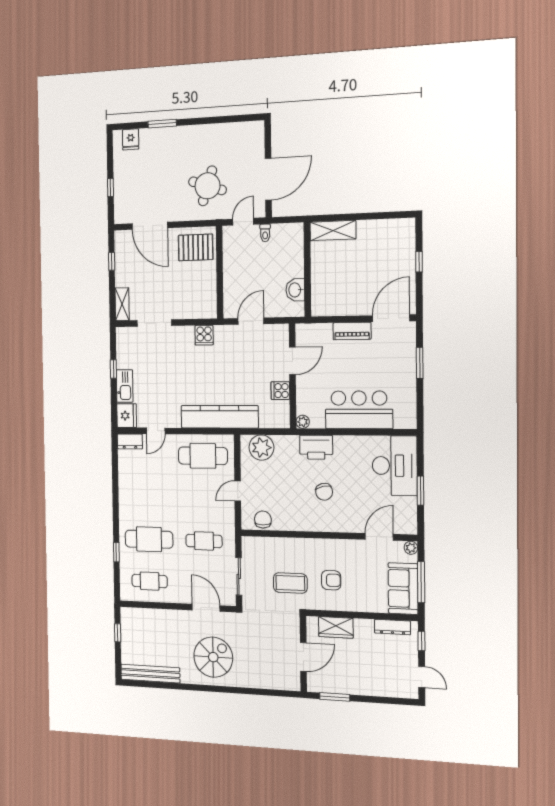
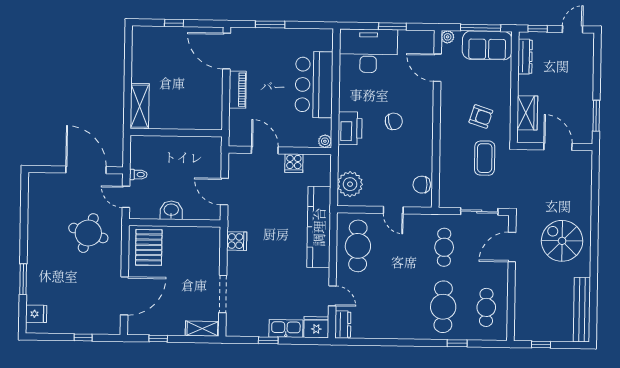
washbasin: (295, 290) -> (171, 210), moved, turned 180
armchair: (331, 580) -> (481, 116), turned 108

